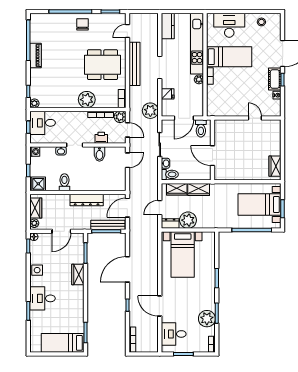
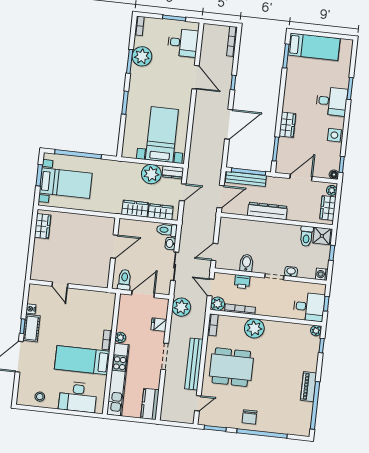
door: (213, 156) -> (114, 246), hinge flipped
toilet: (64, 182) -> (306, 236), moved

